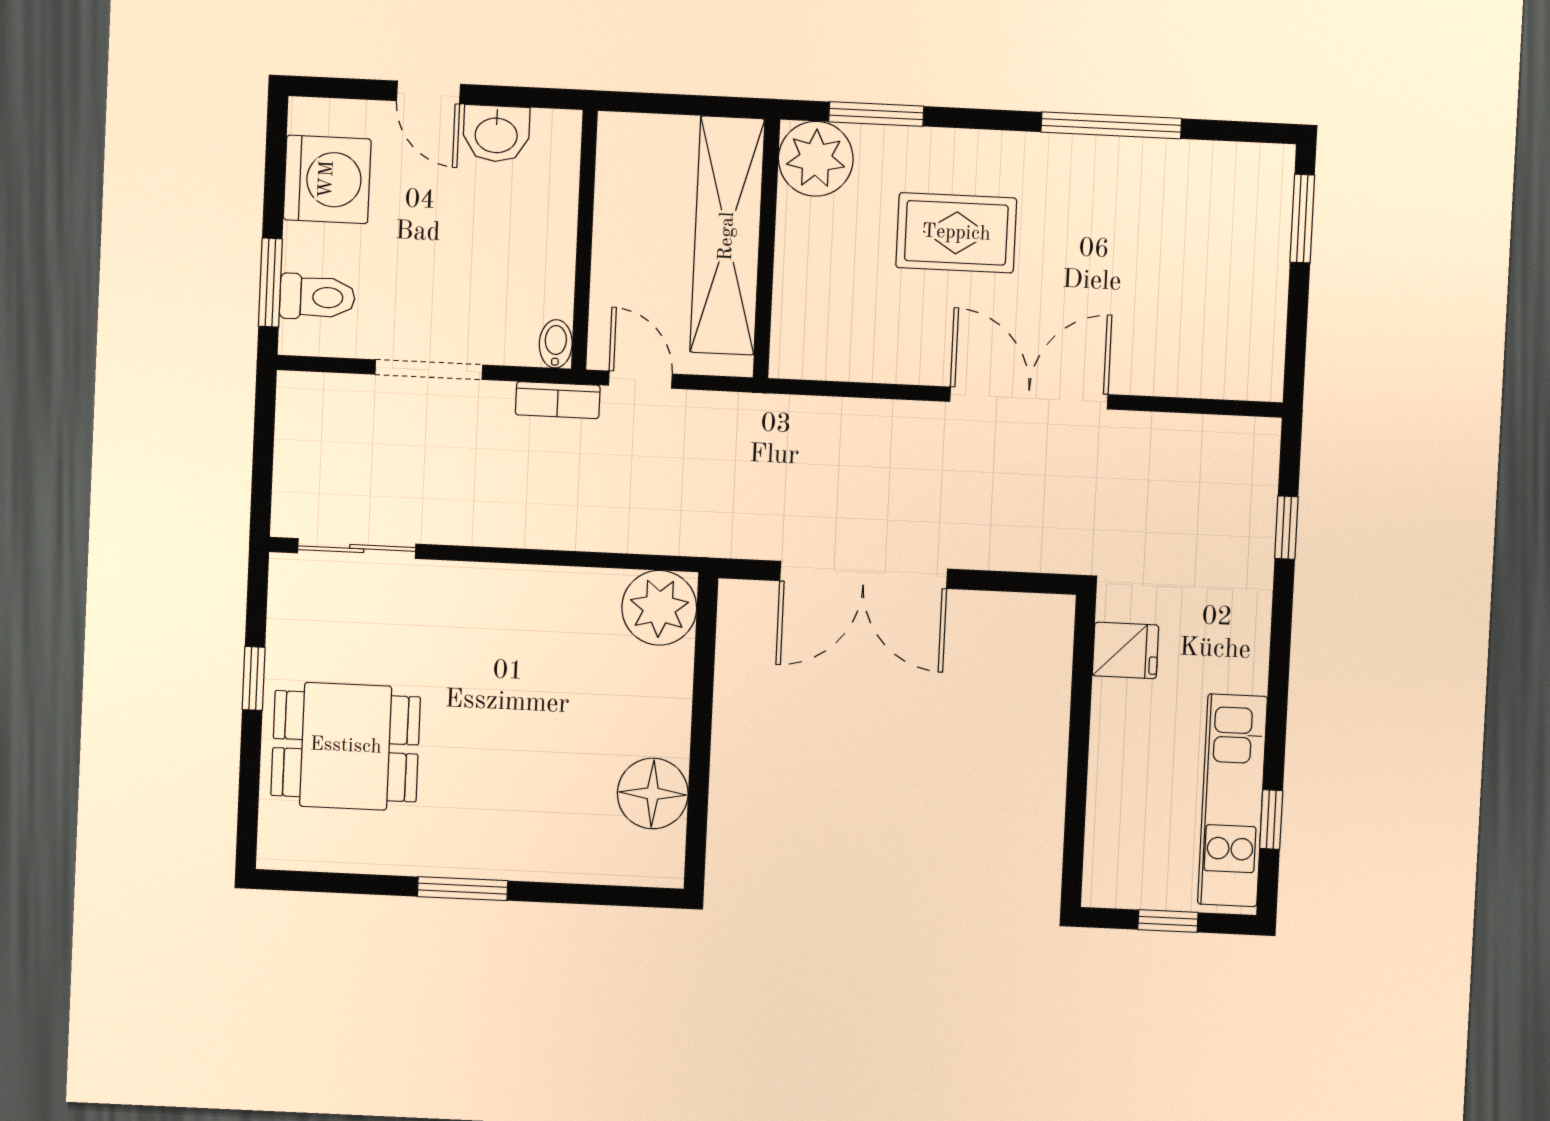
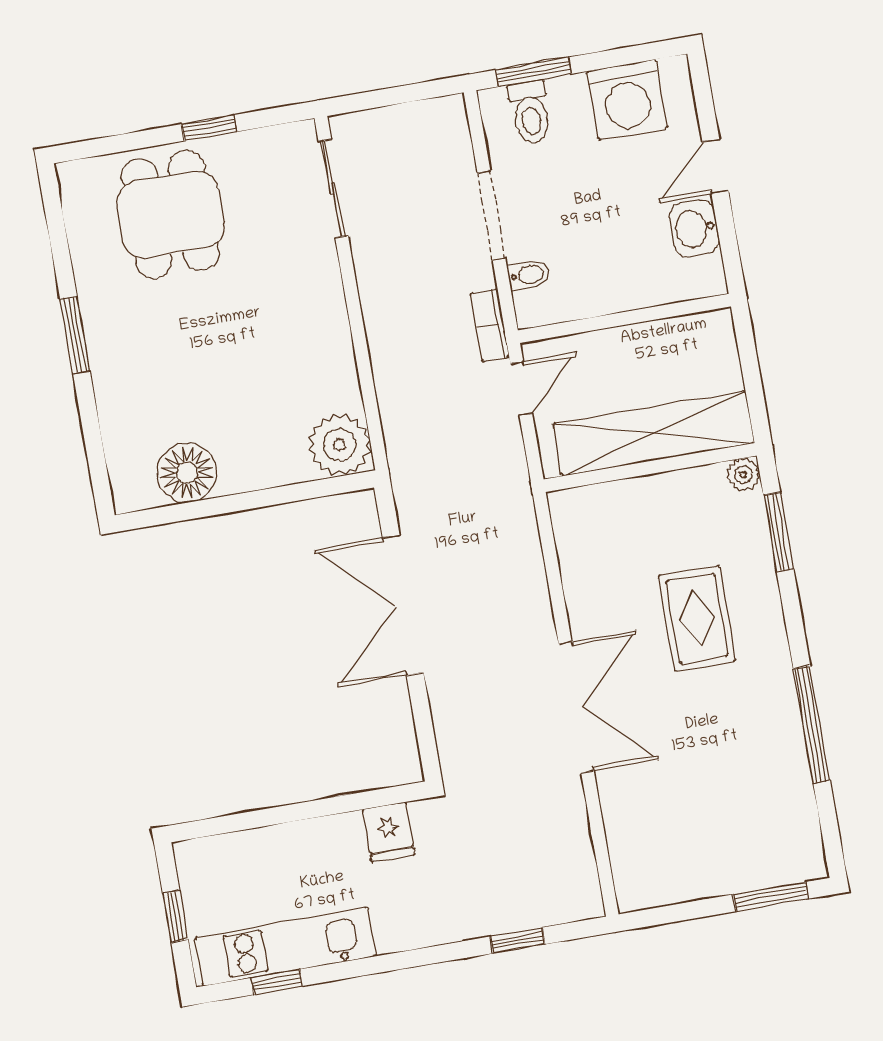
plant: (816, 159) -> (743, 475), width x0.53, depth x0.53
bidet: (556, 344) -> (528, 275), moved

